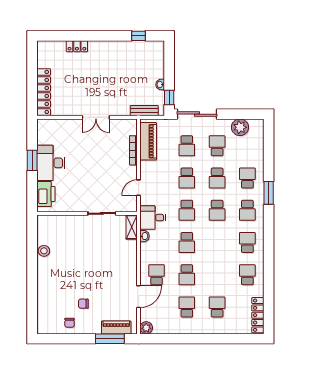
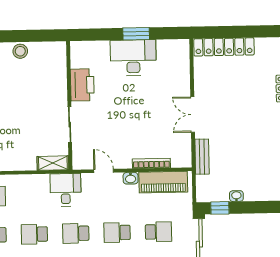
bench: (144, 111) -> (202, 157), moved
school desk: (187, 146) -> (158, 232), turned 180
printer: (46, 194) -> (82, 85), moved, turned -90
washbasin: (145, 236) -> (131, 178), moved

